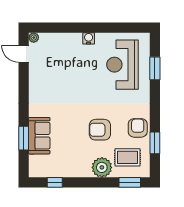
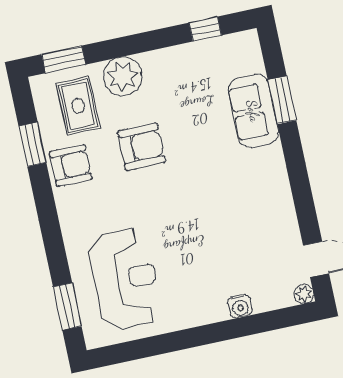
water cooler: (89, 38) -> (240, 306), moved
window: (155, 68) -> (67, 307), moved
armchair: (138, 128) -> (71, 165), turned -90
rug: (127, 157) -> (78, 106), turned 90

